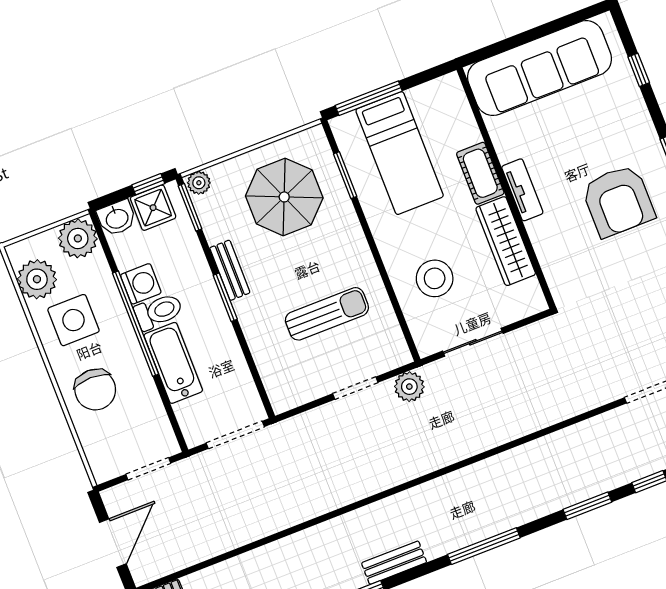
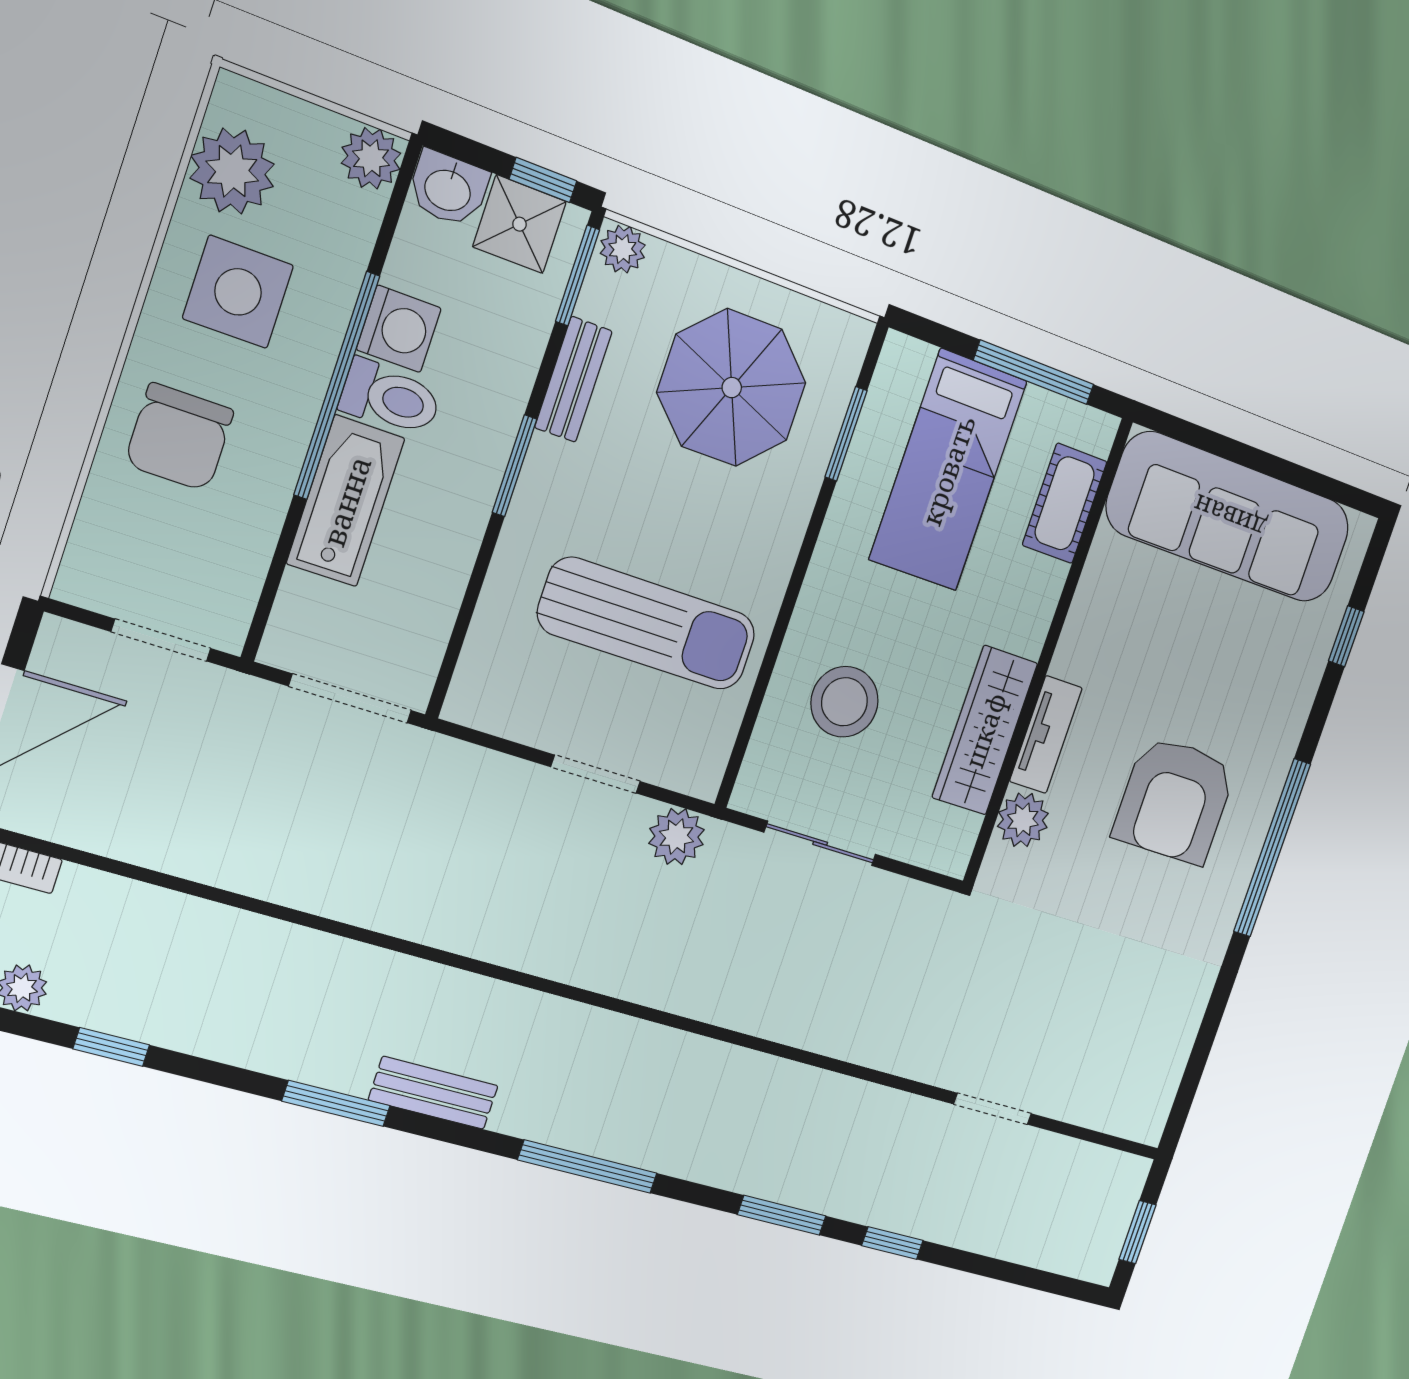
window: (369, 98) -> (1034, 372), moved
cot: (480, 173) -> (1065, 503), moved
tv unit: (522, 190) -> (1046, 735), moved
plant: (78, 238) -> (371, 158), width x0.73, depth x0.73
plant: (555, 263) -> (1023, 820), added
bench: (230, 270) -> (573, 379), moved
sun lounger: (327, 314) -> (647, 624), width x1.36, depth x1.34

